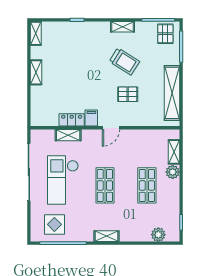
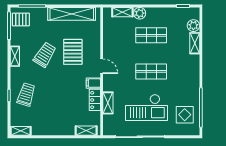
trolley: (78, 40) -> (26, 95), added
shelving: (36, 72) -> (86, 131), moved
pallet: (128, 94) -> (73, 52), width x1.50, depth x1.42
shelving: (106, 236) -> (195, 43), moved

